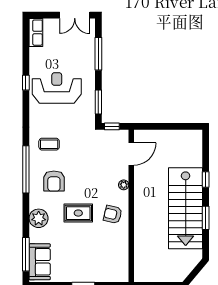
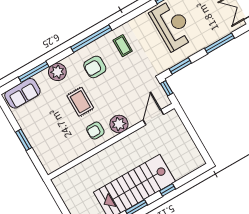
door: (131, 154) -> (153, 117), swing flipped
plant: (124, 185) -> (119, 124), width x1.88, depth x1.88
armchair: (113, 214) -> (95, 131), turned -104
window: (26, 254) -> (34, 72), moved

